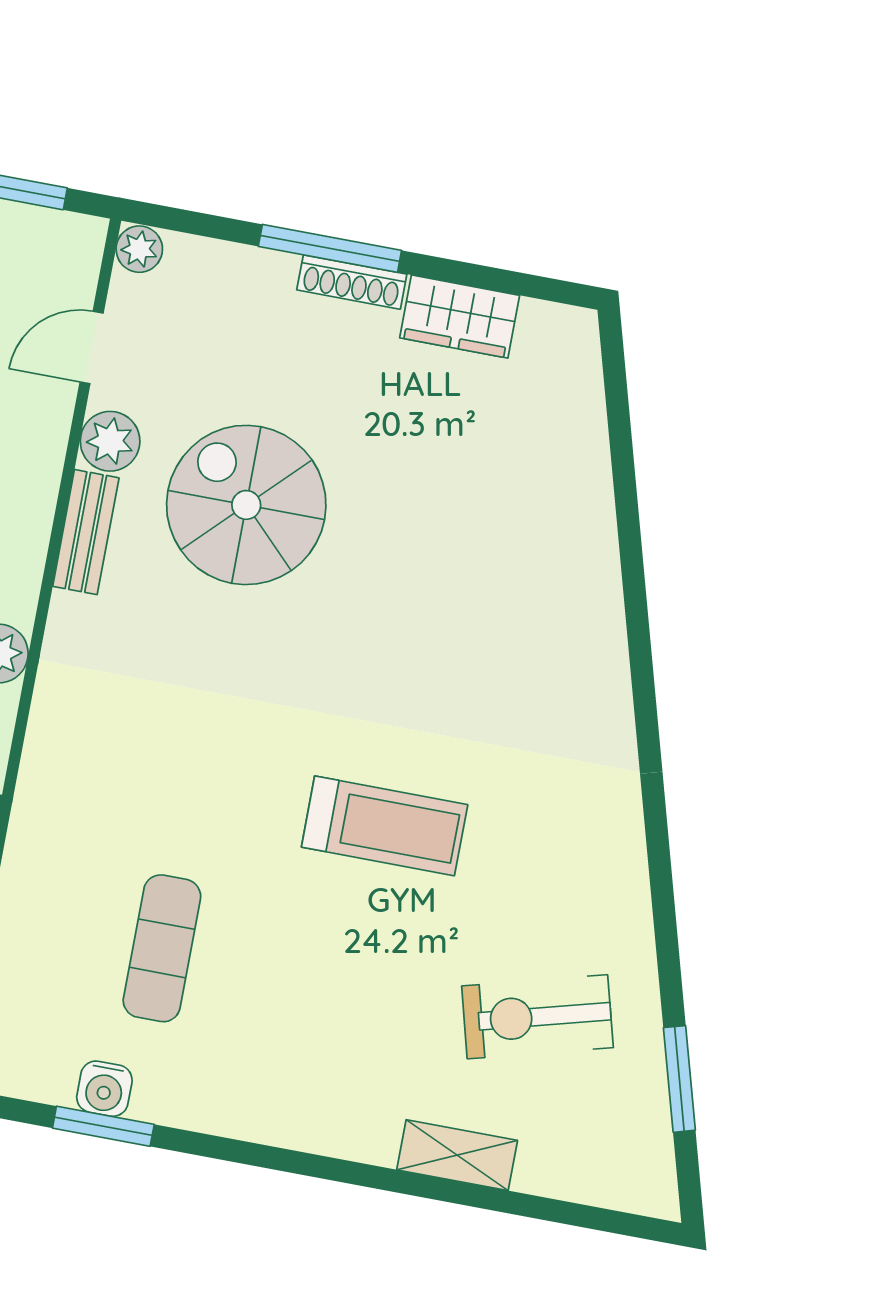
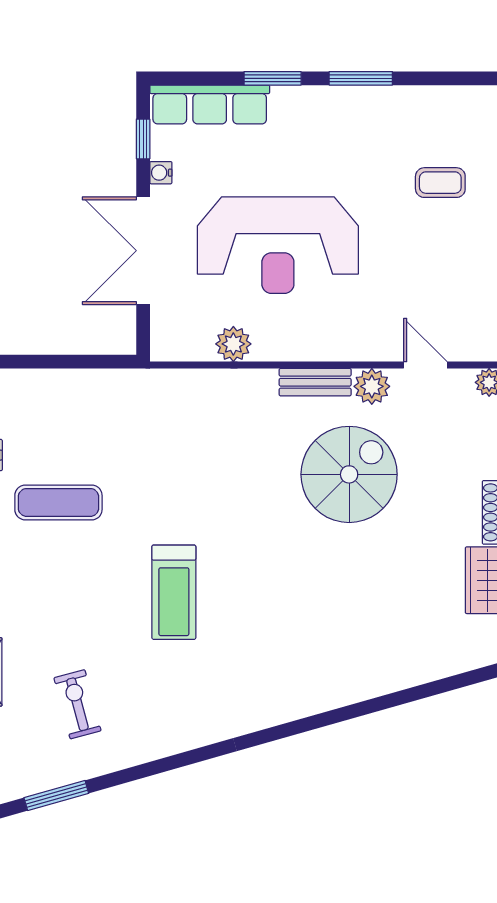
exercise mat: (162, 948) -> (58, 502), moved
exercise bike: (537, 1017) -> (77, 704), width x0.73, depth x0.72

